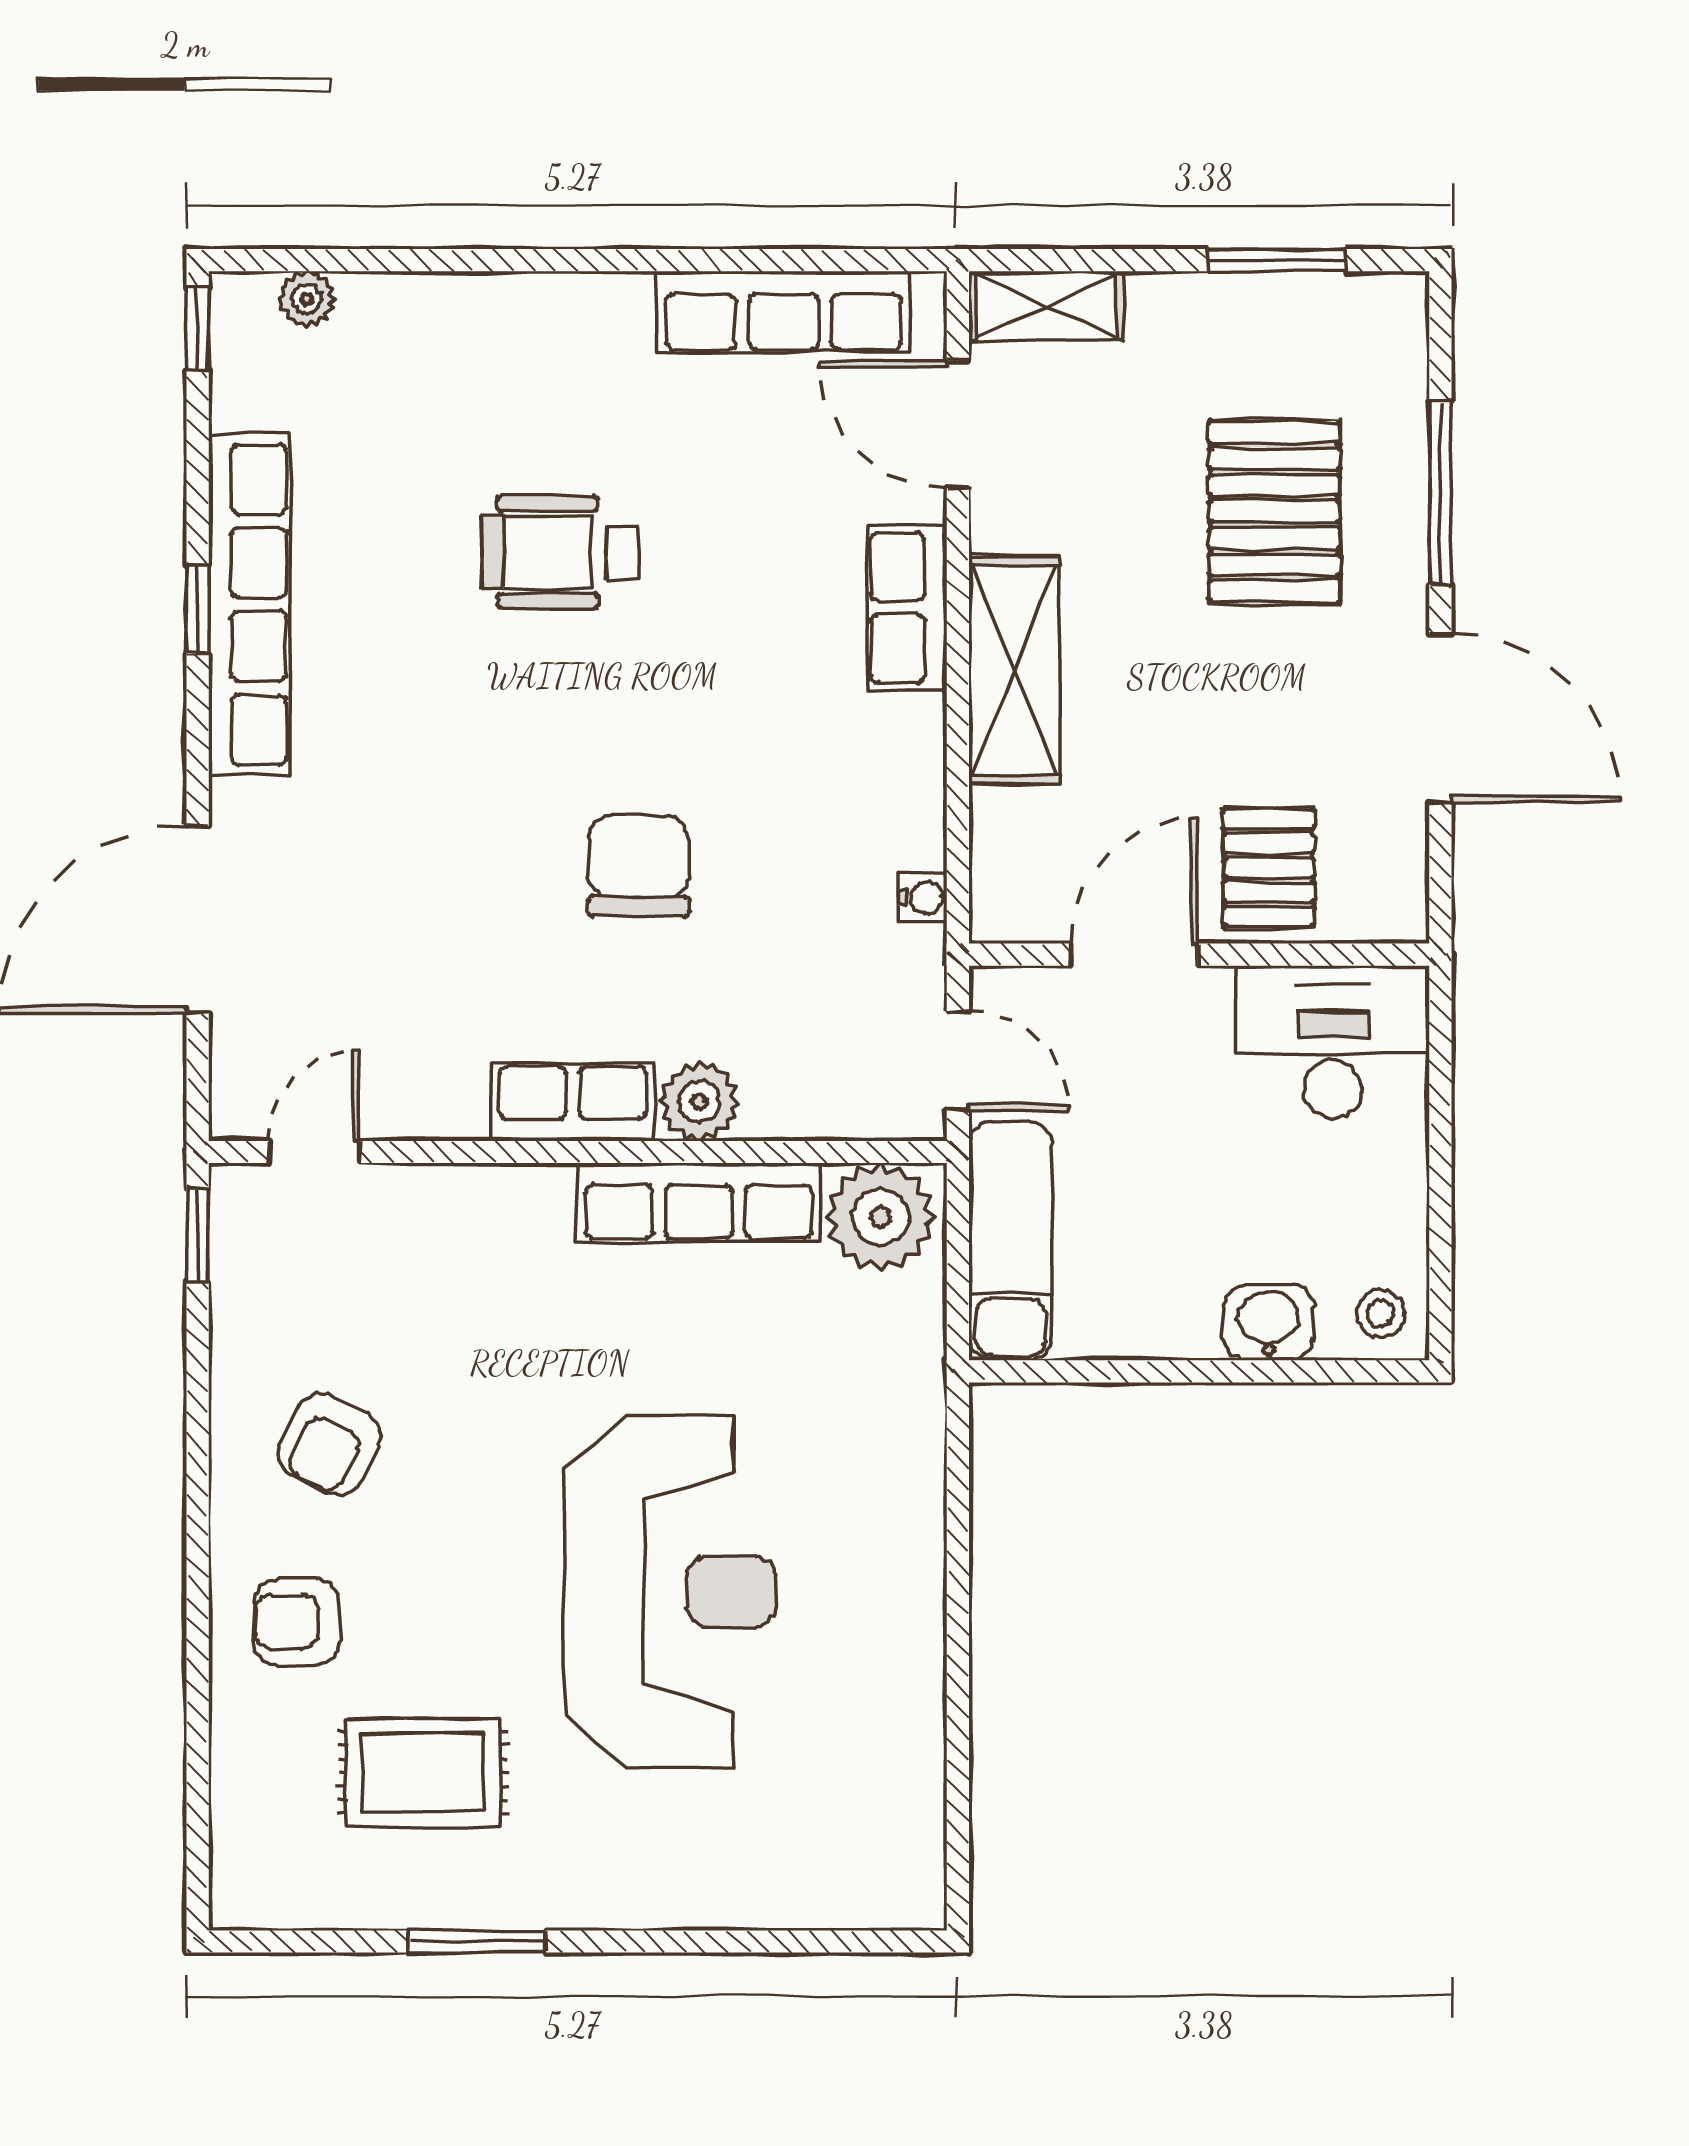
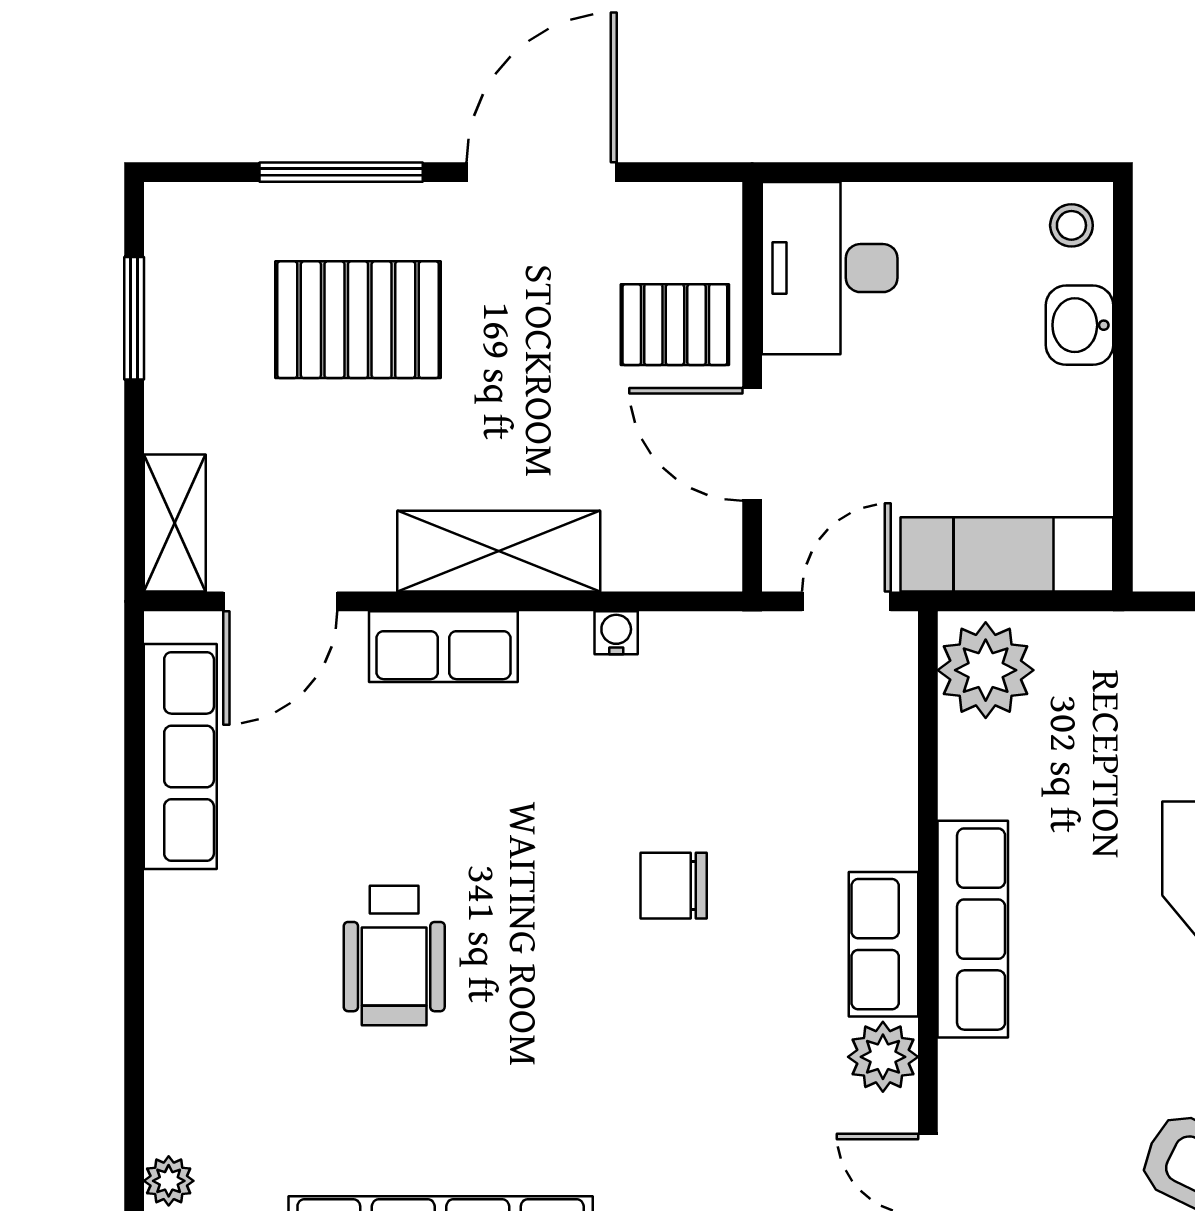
chair: (638, 866) -> (674, 886), width x0.73, depth x0.73
water cooler: (923, 898) -> (616, 633), moved
plant: (699, 1102) -> (883, 1057), moved
row of seats: (699, 1202) -> (973, 929), moved

